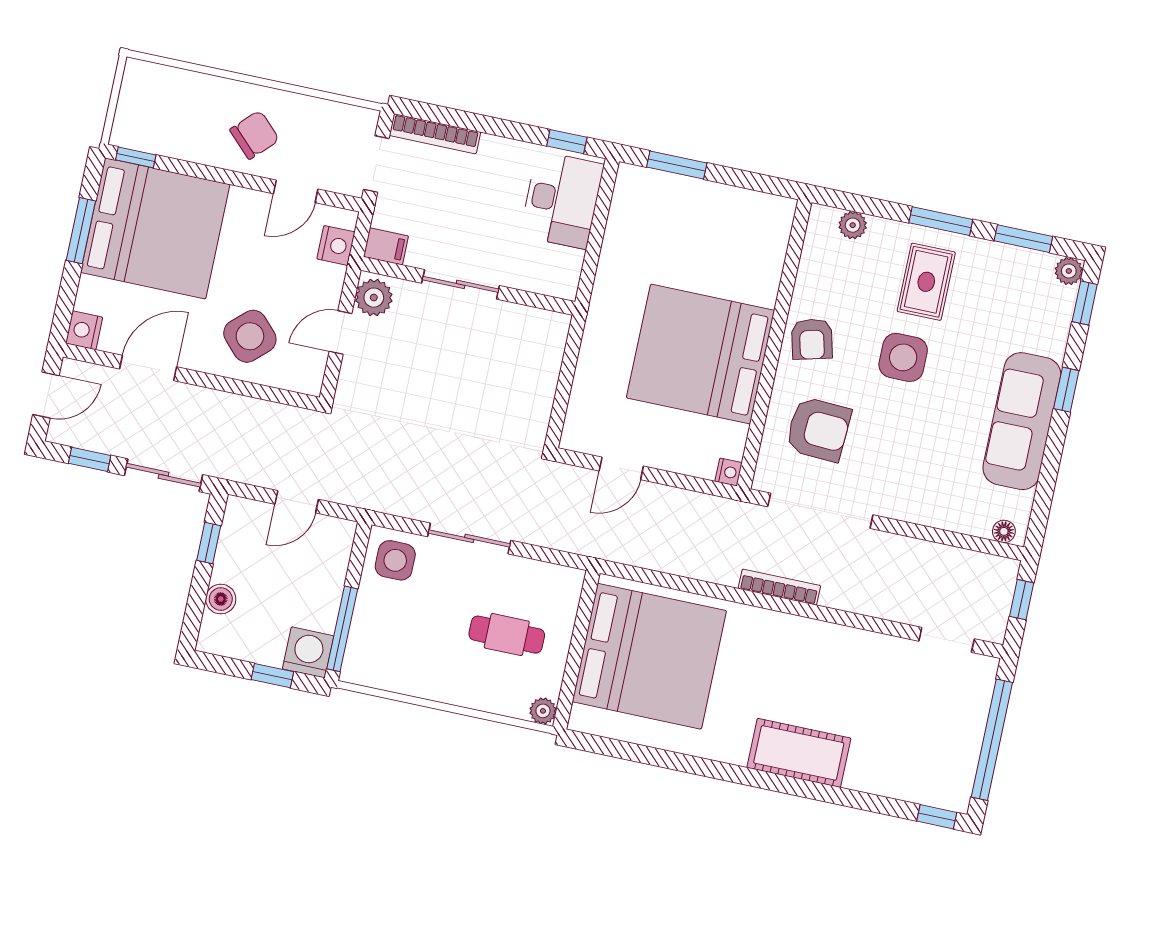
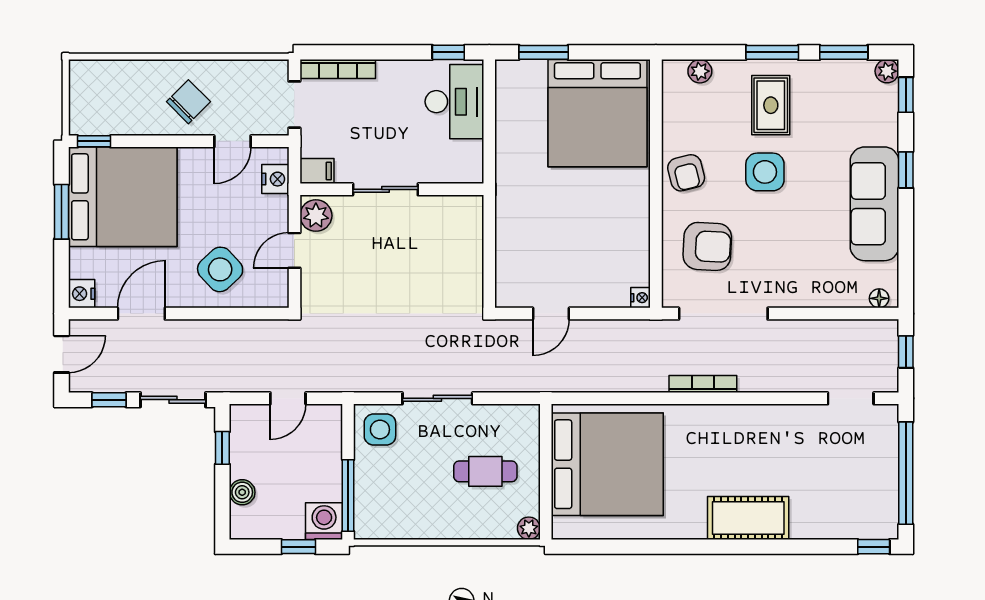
bed: (701, 354) -> (597, 113), moved, turned -90

